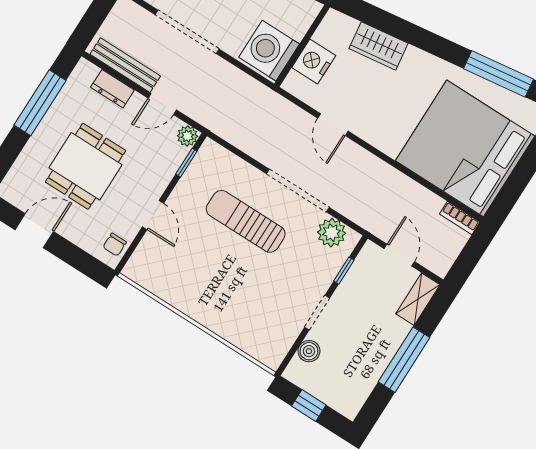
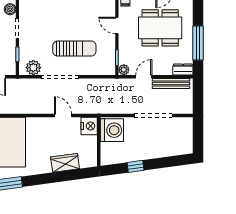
nightstand: (314, 61) -> (89, 126), moved
dresser: (112, 89) -> (183, 70), moved
dining table: (86, 166) -> (160, 28), width x1.38

